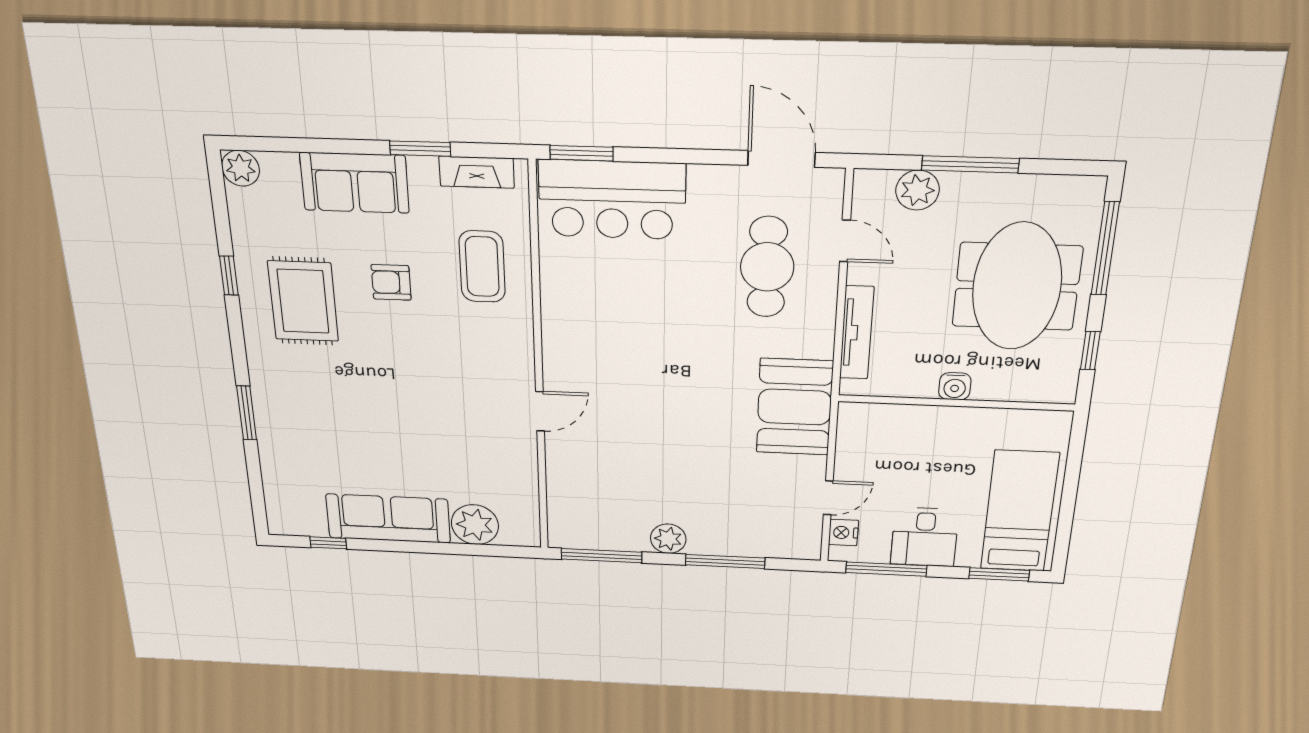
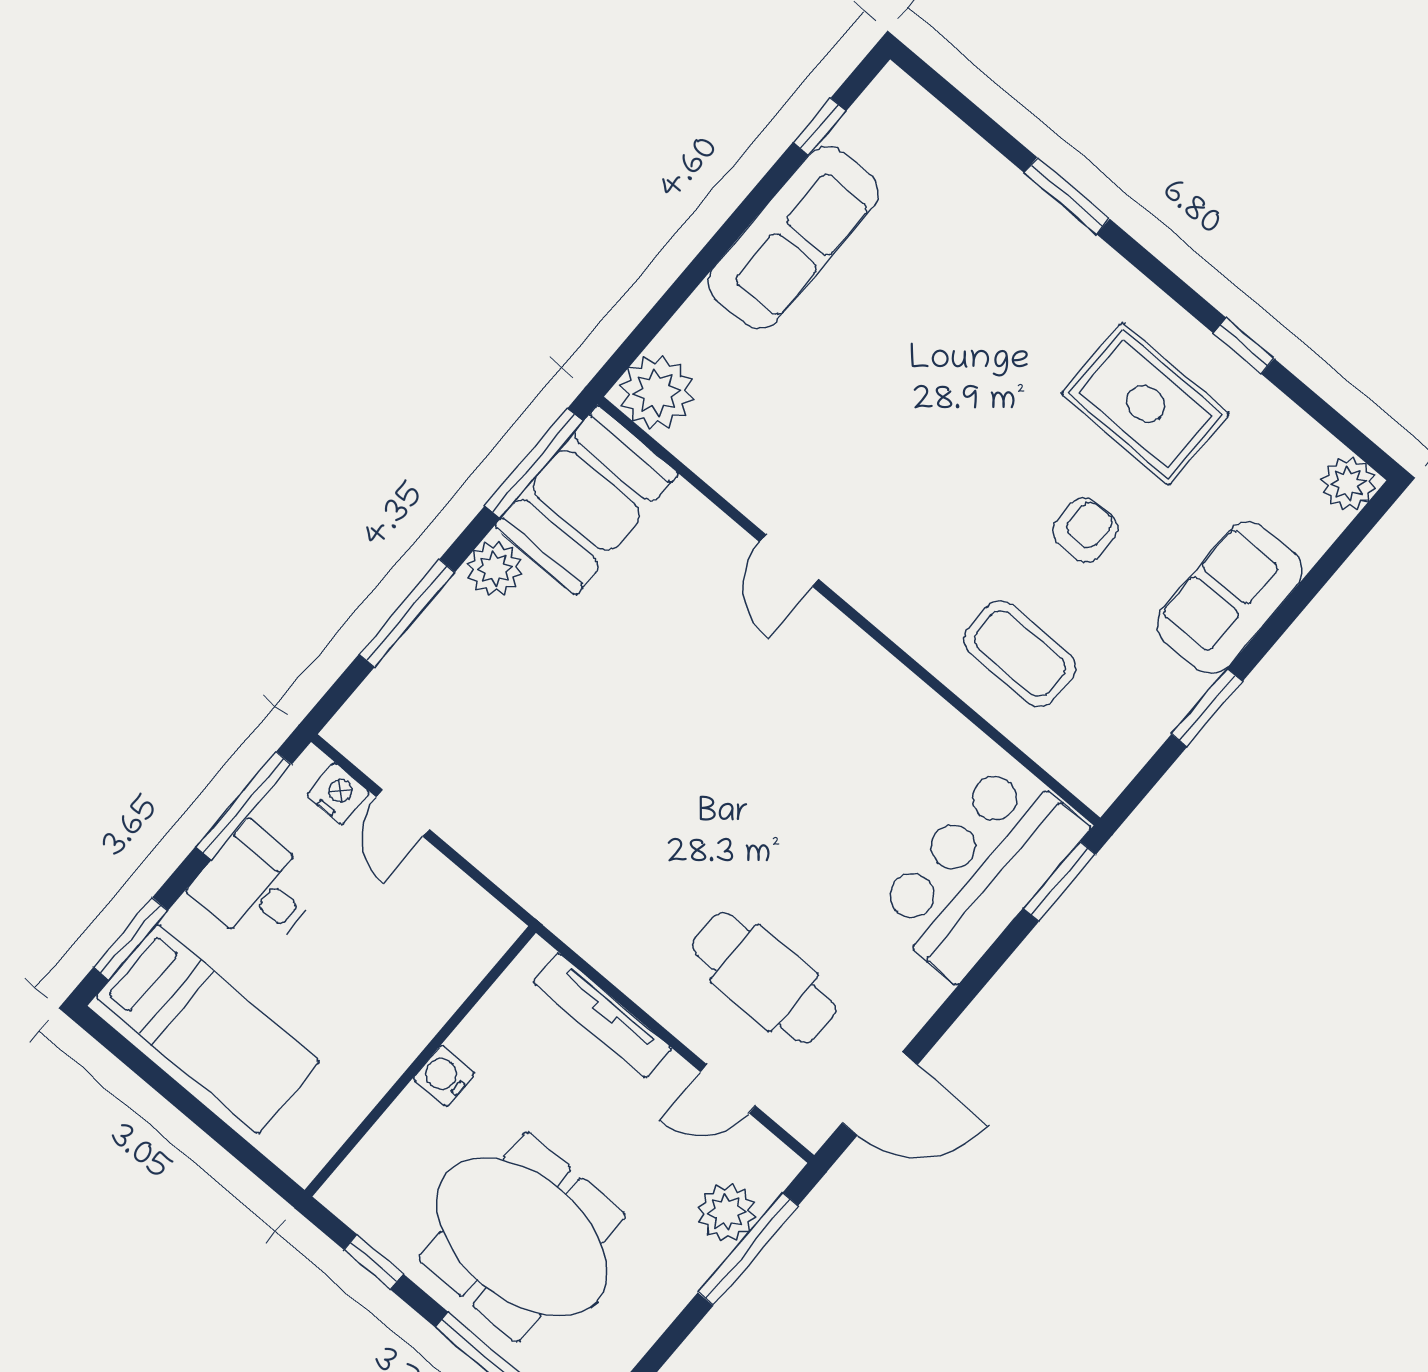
window: (970, 164) -> (748, 1249), moved
fireplace: (477, 172) -> (1131, 746), removed
booth: (794, 407) -> (586, 500), moved, turned 90
plant: (475, 525) -> (657, 392), moved

